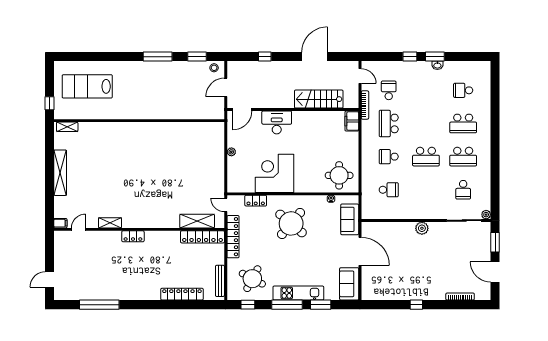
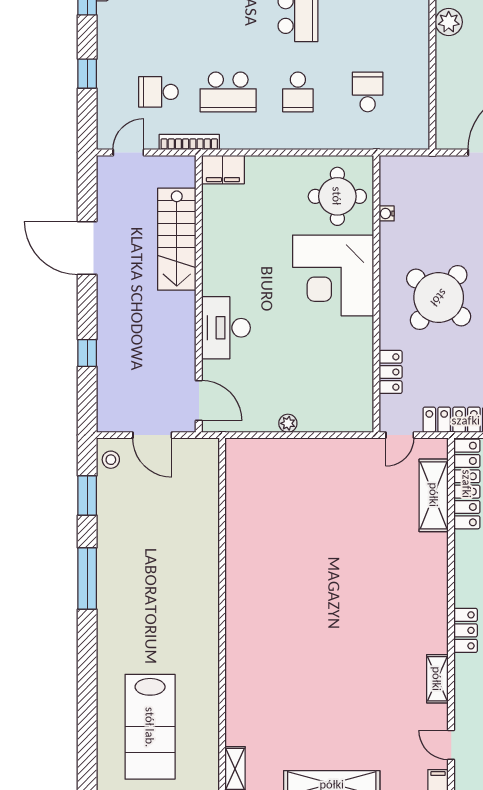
window: (410, 57) -> (87, 74), moved
corner desk: (274, 173) -> (333, 275), moved
sofa: (350, 219) -> (430, 174), removed

